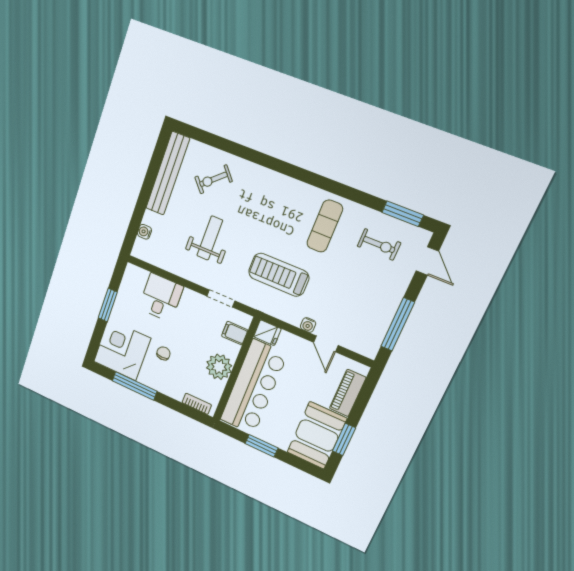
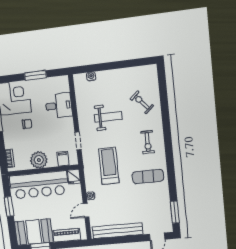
bench: (168, 174) -> (117, 231), moved
exercise bike: (379, 244) -> (148, 142), moved
window: (398, 324) -> (117, 240), removed

